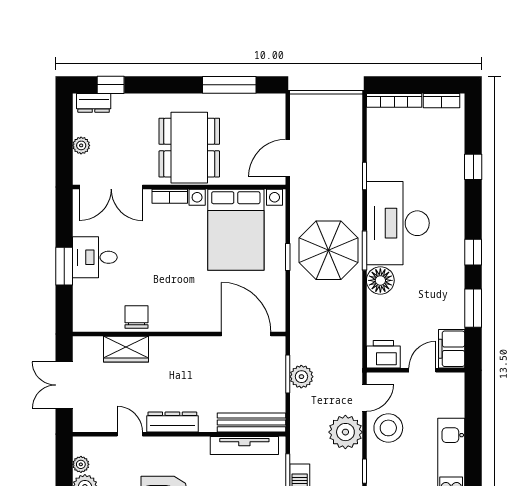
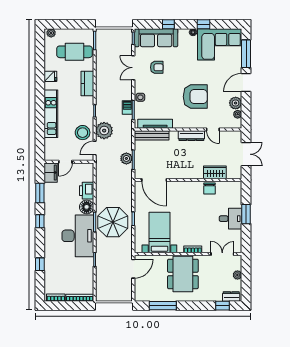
double door: (111, 187) -> (222, 254), width x0.73
bed with nightstands: (236, 230) -> (159, 233), width x0.73
printer: (383, 354) -> (87, 191), moved, turned 90

